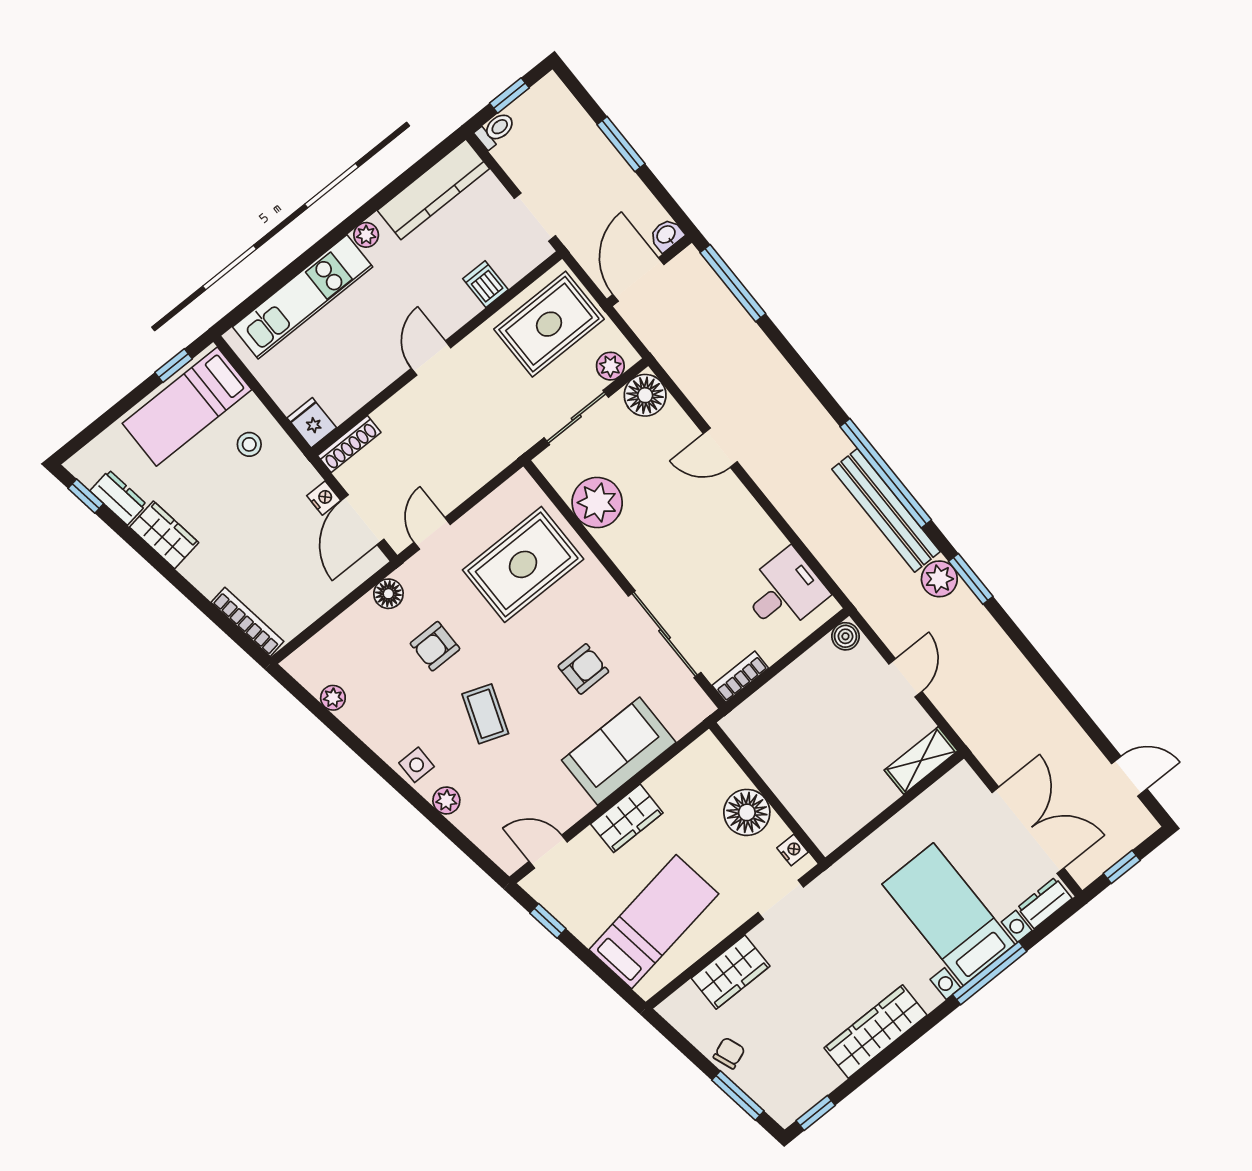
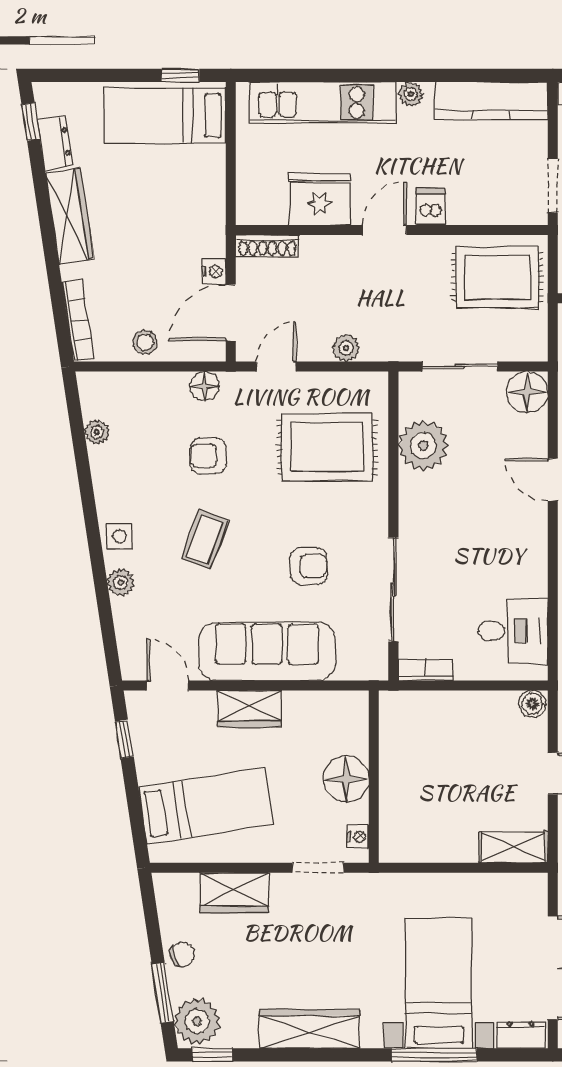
dishwasher: (485, 284) -> (431, 207), moved
plant: (610, 366) -> (346, 348), moved
fridge: (312, 423) -> (320, 199), moved, width x1.88, depth x1.34
stool: (249, 444) -> (145, 342), moved
wardrobe: (164, 535) -> (70, 216), width x1.50
sofa: (619, 751) -> (267, 652), width x1.36
plant: (783, 1096) -> (197, 1021), added

